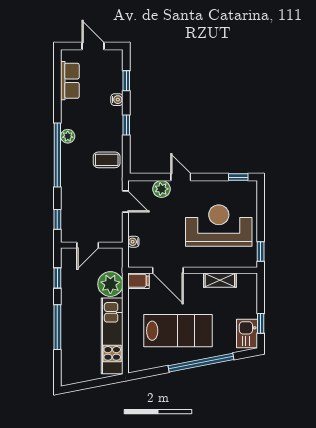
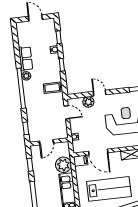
row of seats: (70, 81) -> (26, 59), moved

